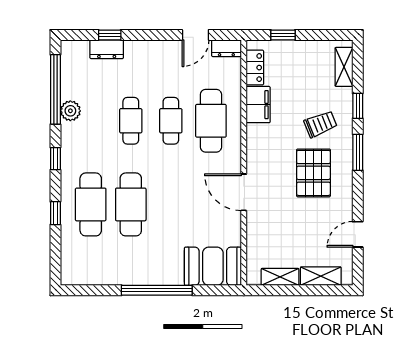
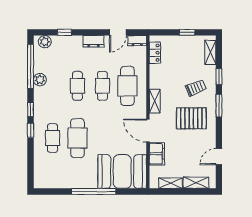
window: (283, 35) -> (187, 32), moved
dresser: (107, 49) -> (93, 41), moved
plant: (78, 50) -> (45, 42), added
filing cabinet: (258, 105) -> (157, 154), moved
shelving: (255, 145) -> (155, 101), added
pallet: (313, 173) -> (191, 118), turned 90
cafe table: (91, 204) -> (53, 138), width x0.73, depth x0.74
window: (55, 213) -> (31, 130), moved
booth: (213, 266) -> (122, 172), width x1.36, depth x1.42

